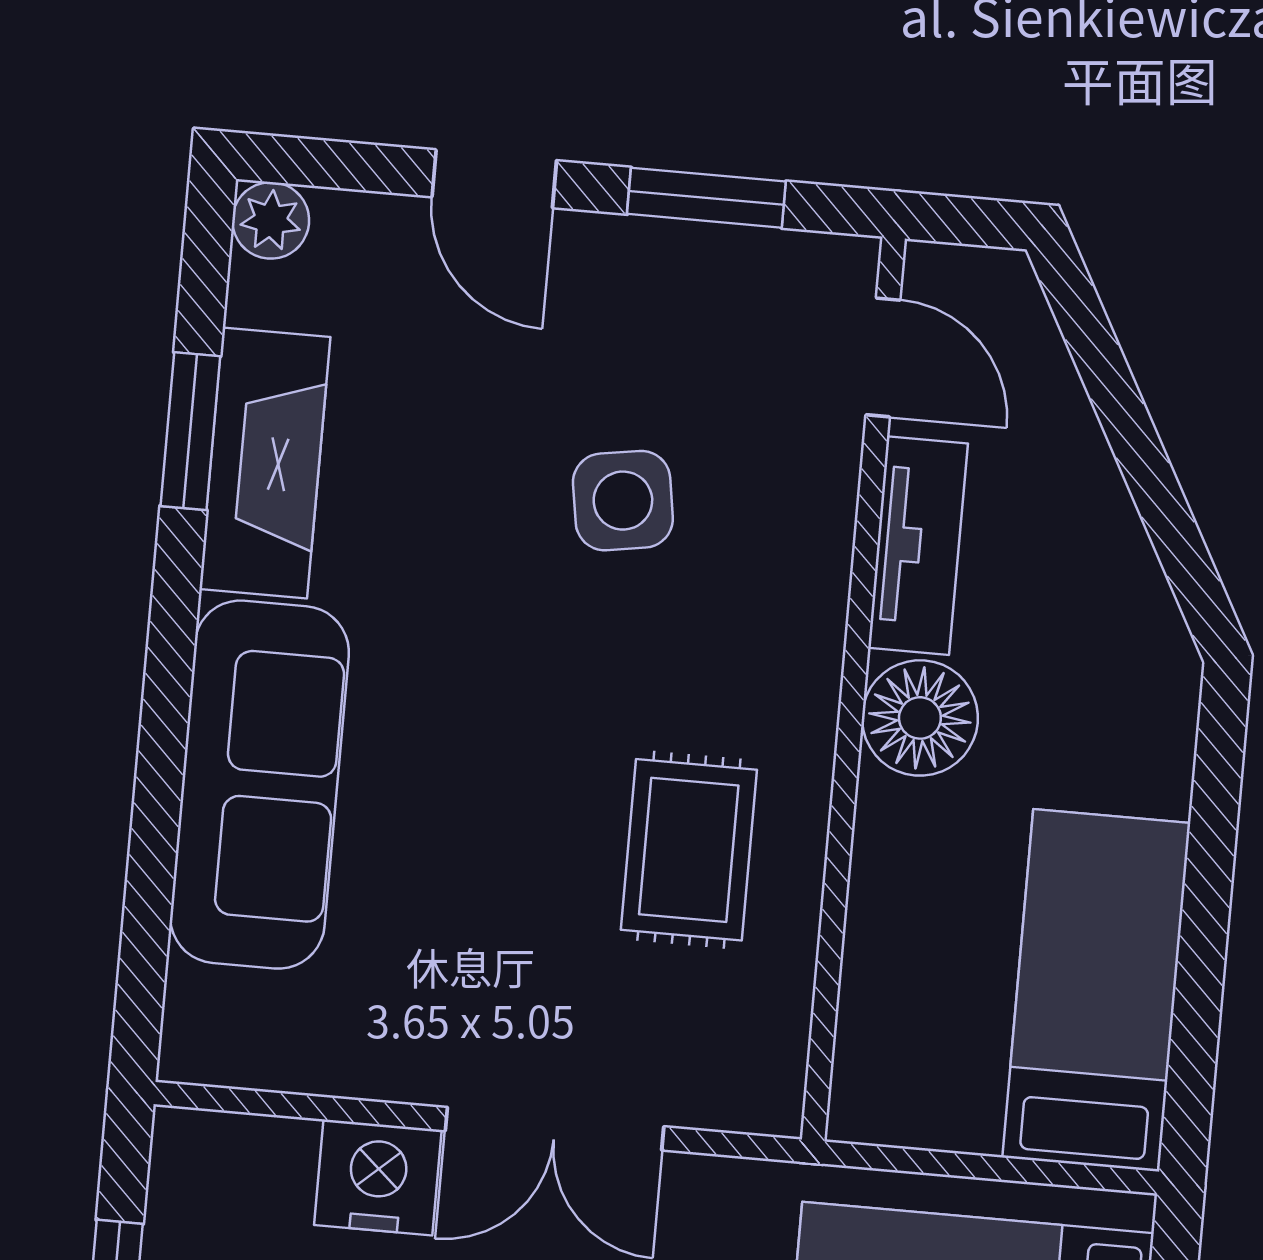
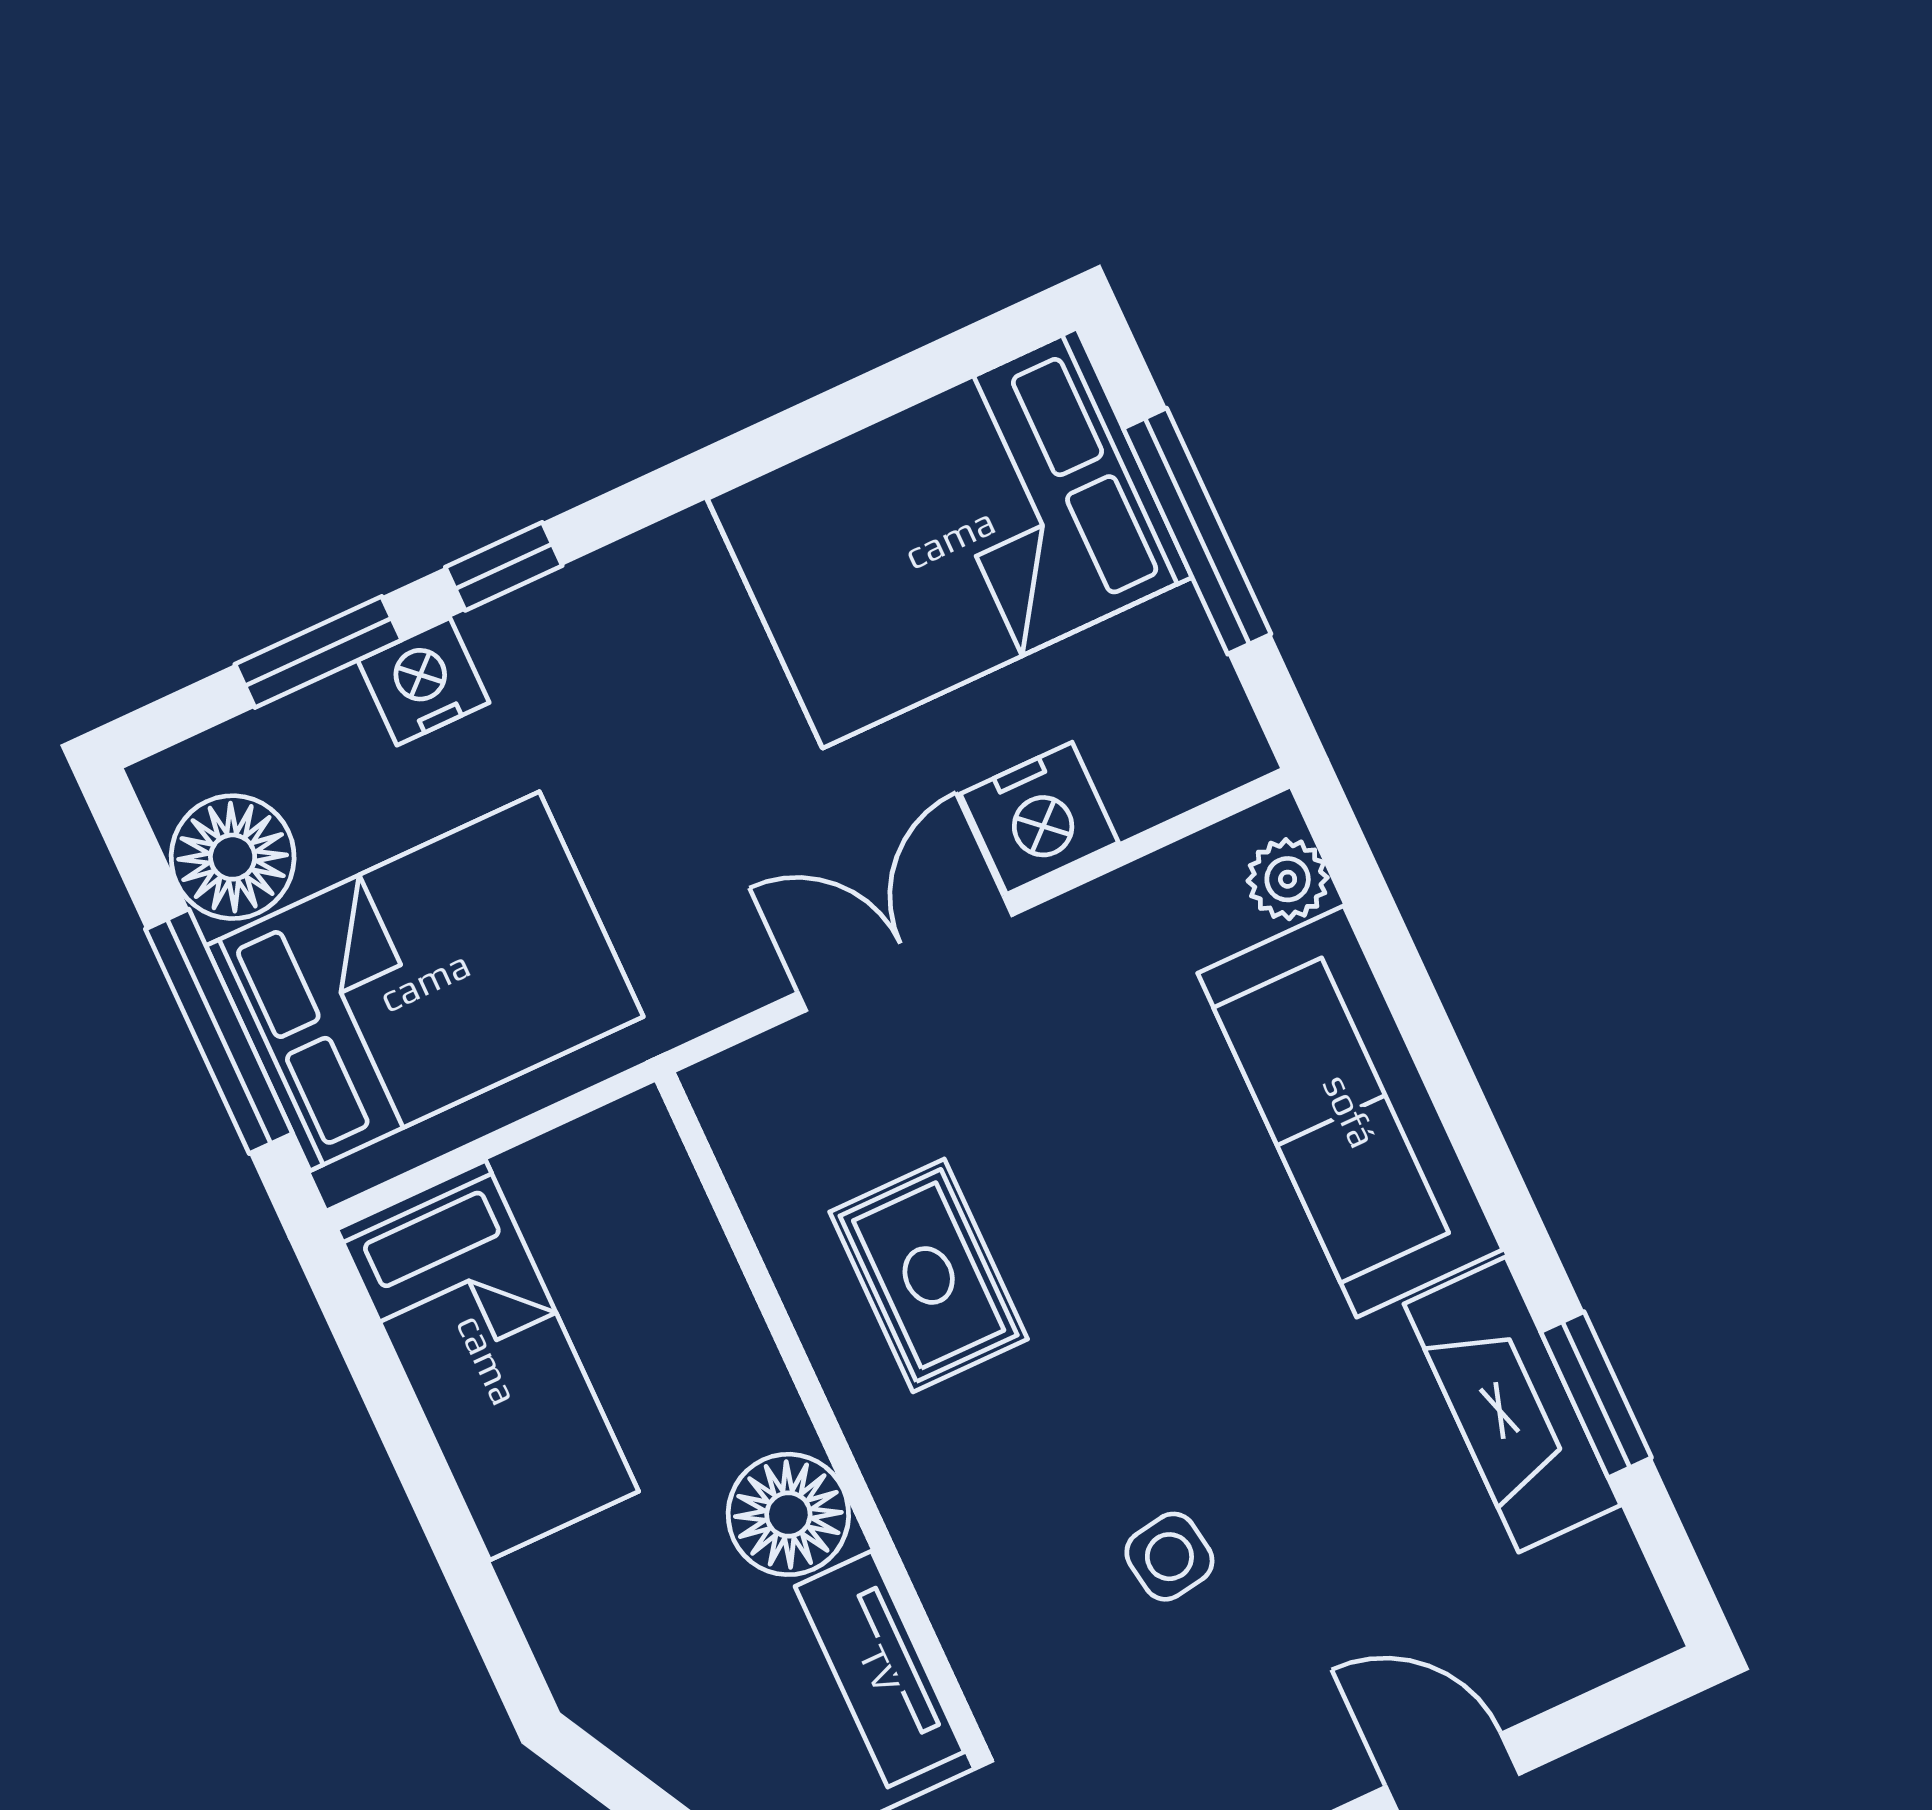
plant: (271, 220) -> (1288, 879), moved
side table: (623, 501) -> (1169, 1557), width x0.73, depth x0.73

